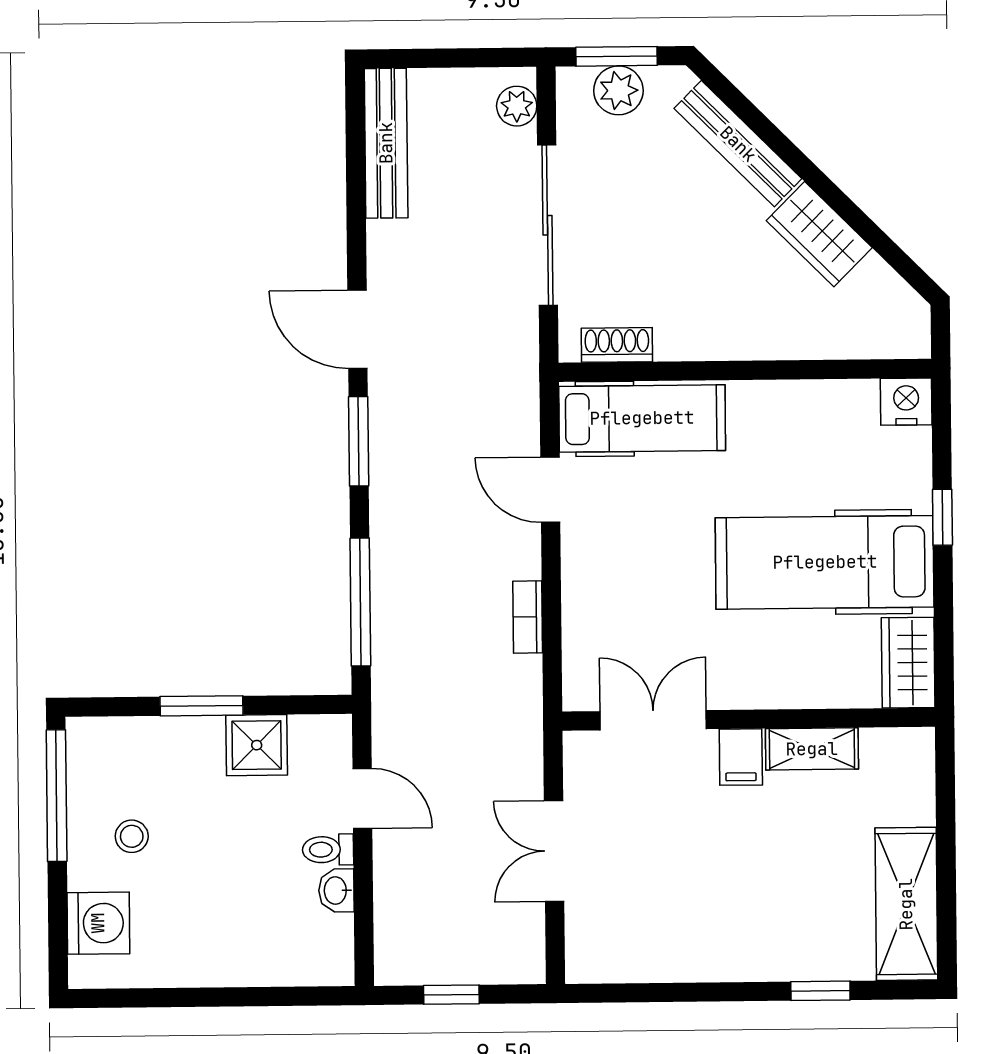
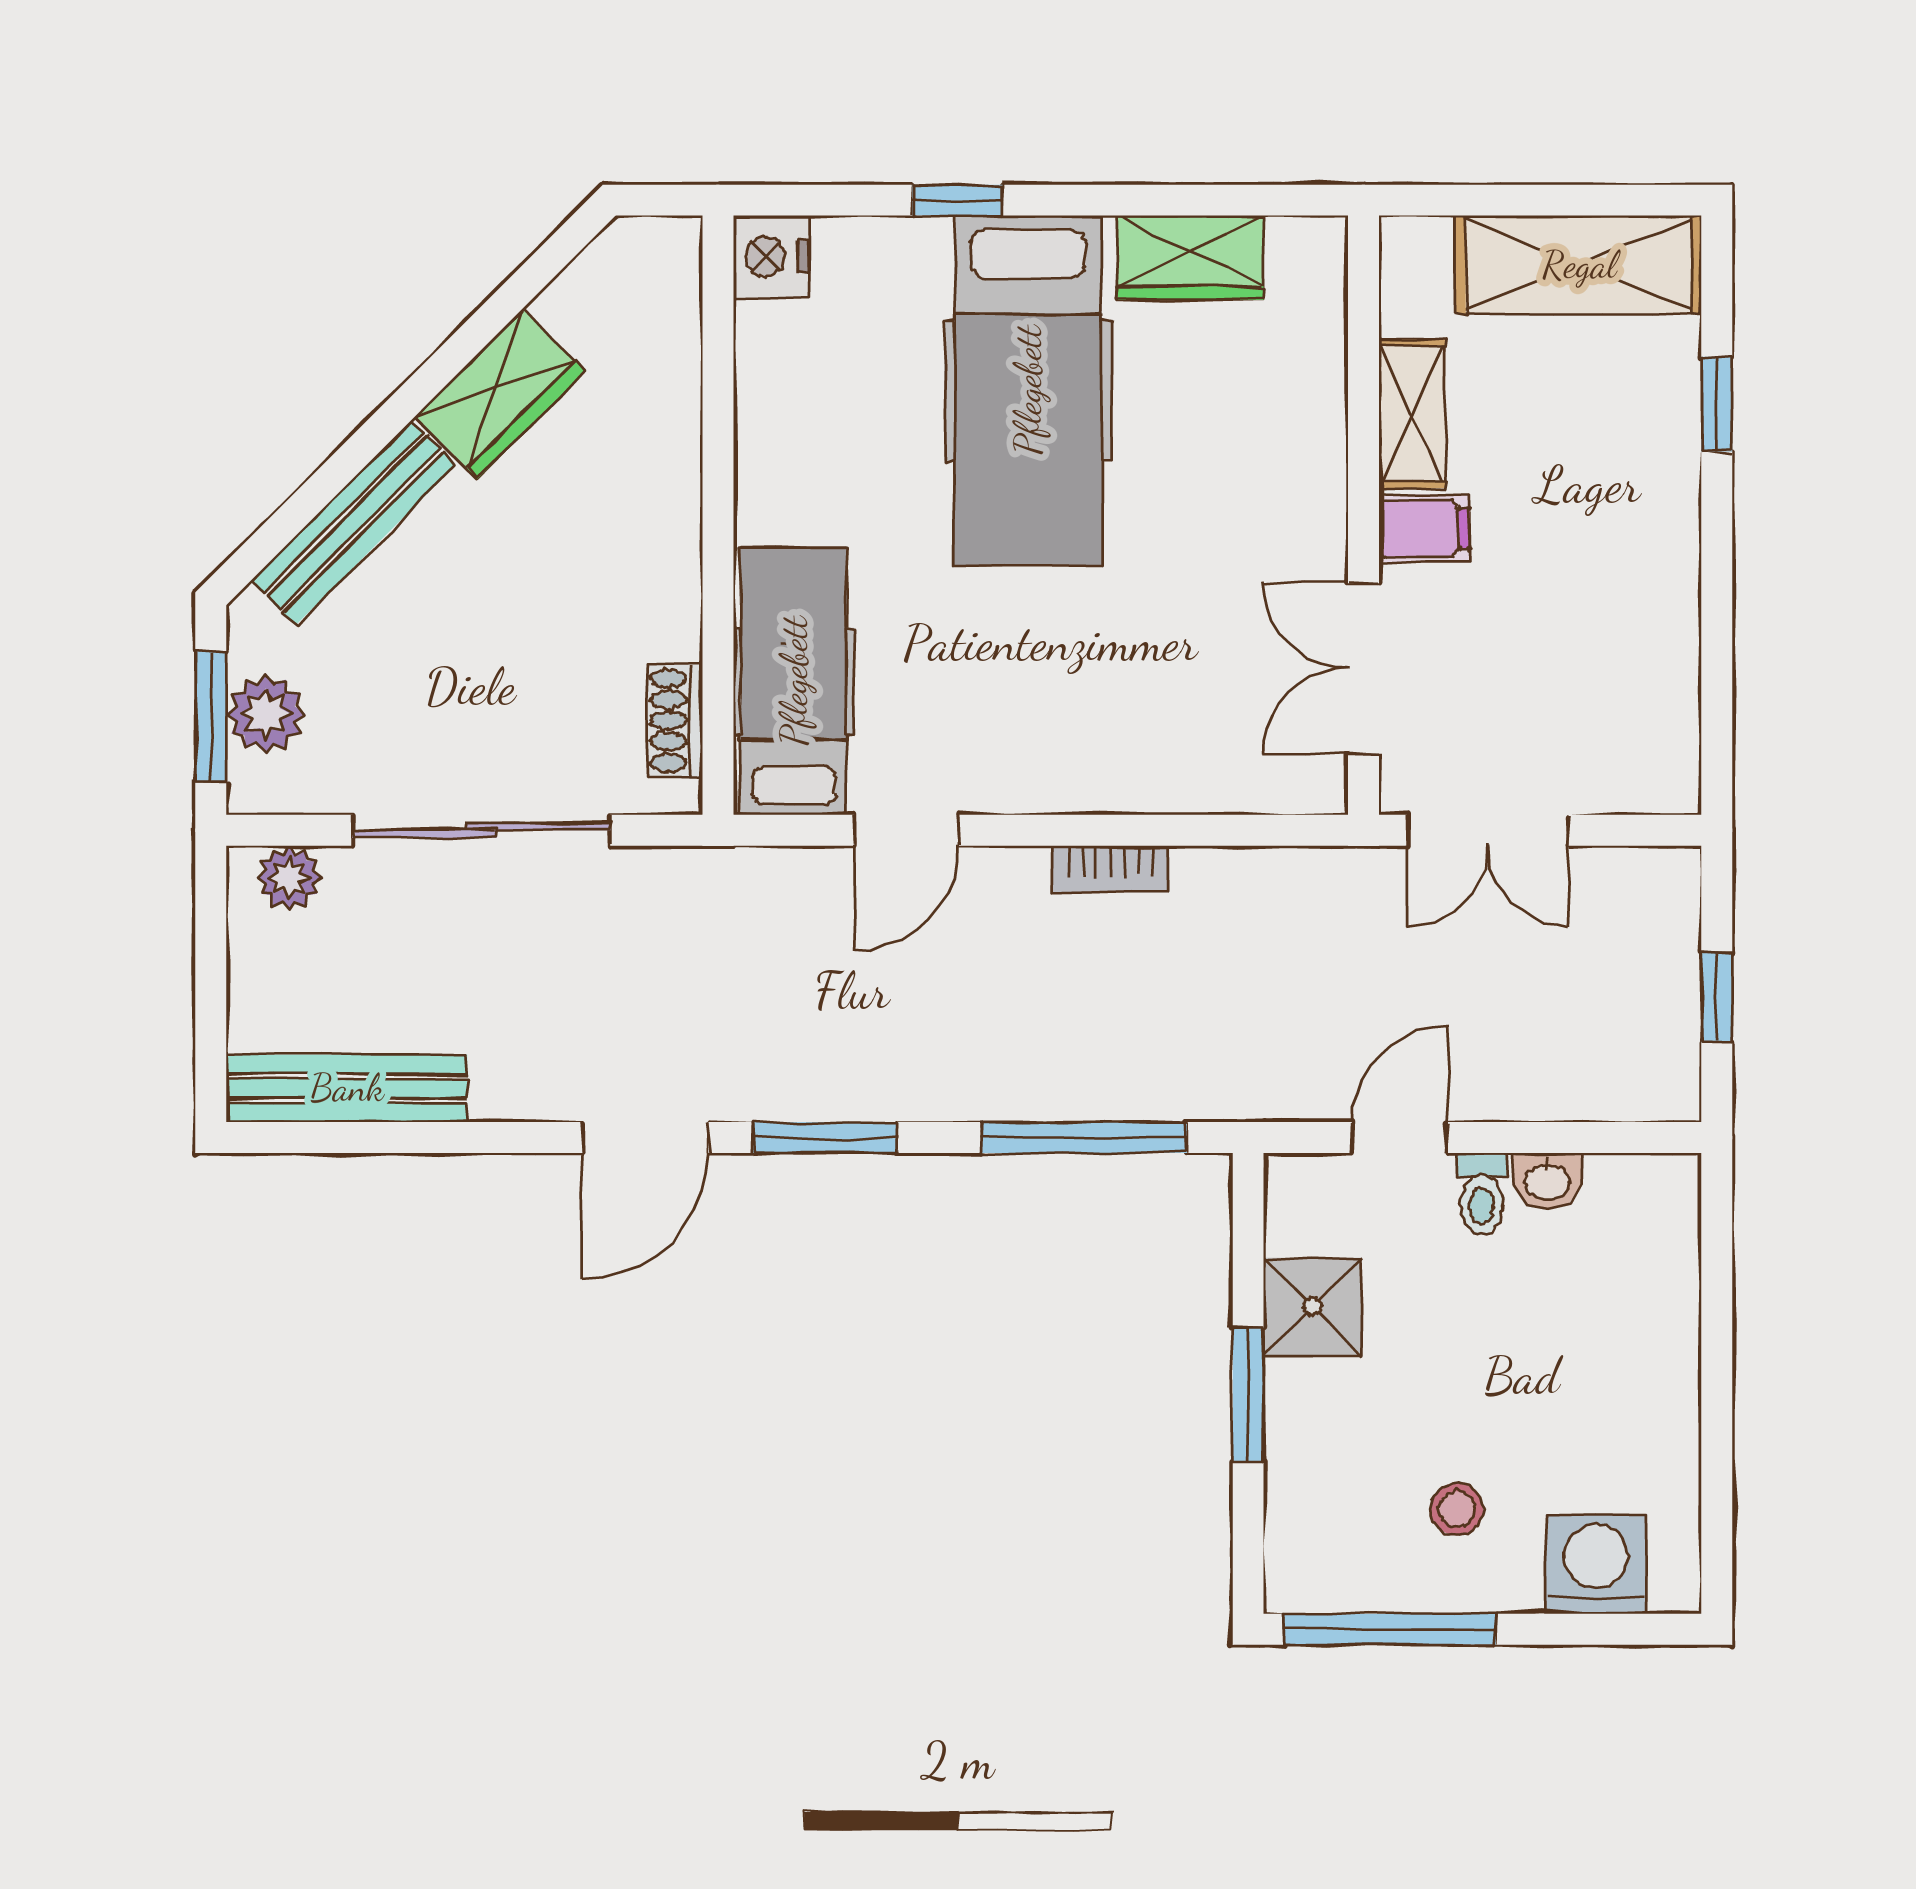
wall: (749, 719) -> (1363, 515), moved
double door: (653, 720) -> (1363, 669), moved
shelving: (812, 749) -> (1412, 414), moved
filing cabinet: (741, 757) -> (1424, 528), moved

